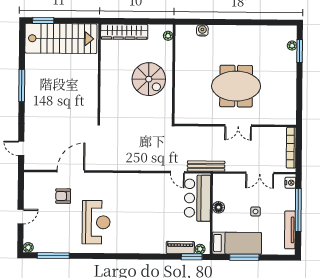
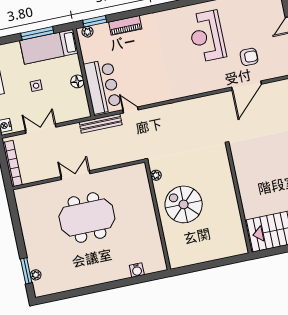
wardrobe: (124, 32) -> (222, 250), removed
plant: (168, 36) -> (156, 175), moved
piano: (180, 247) -> (125, 25), moved

